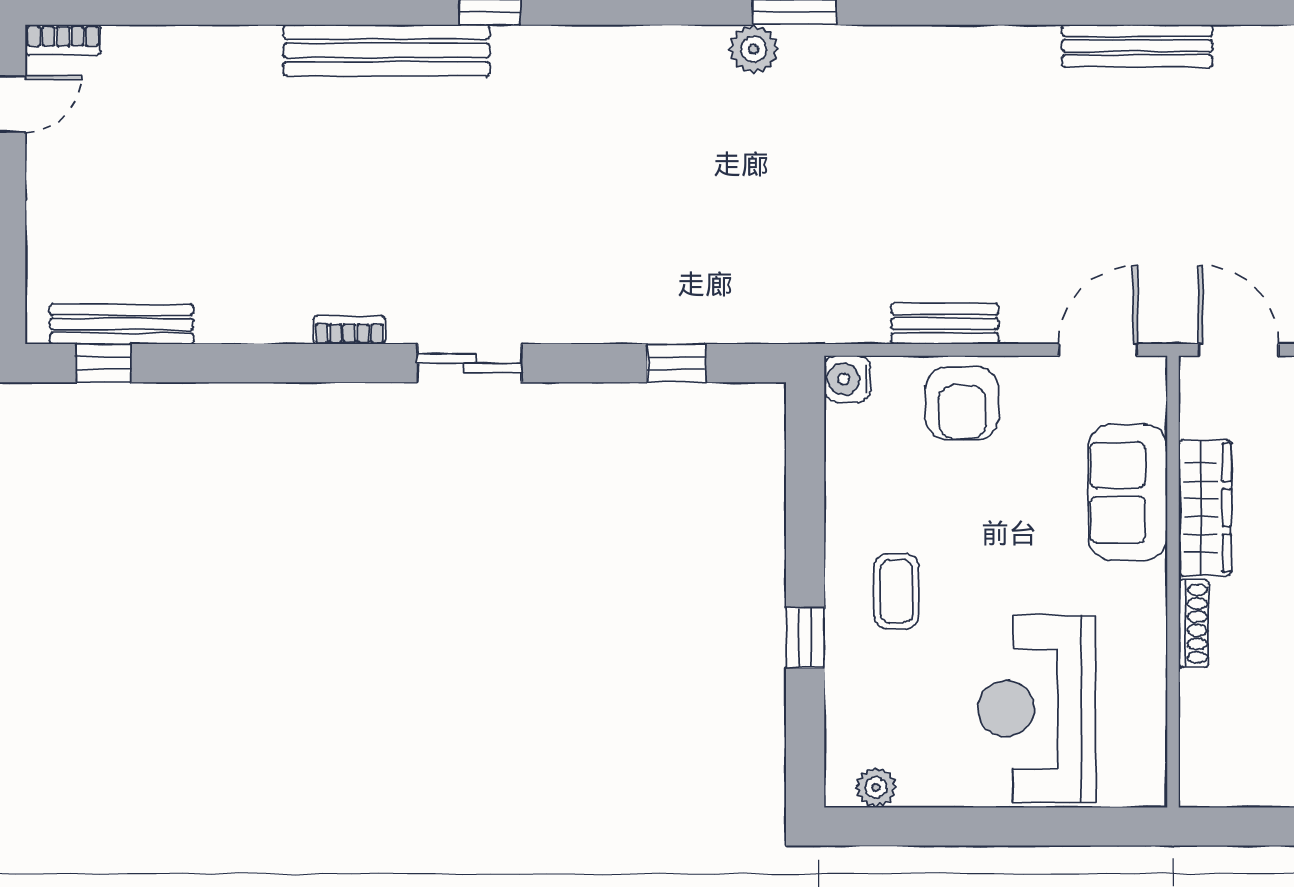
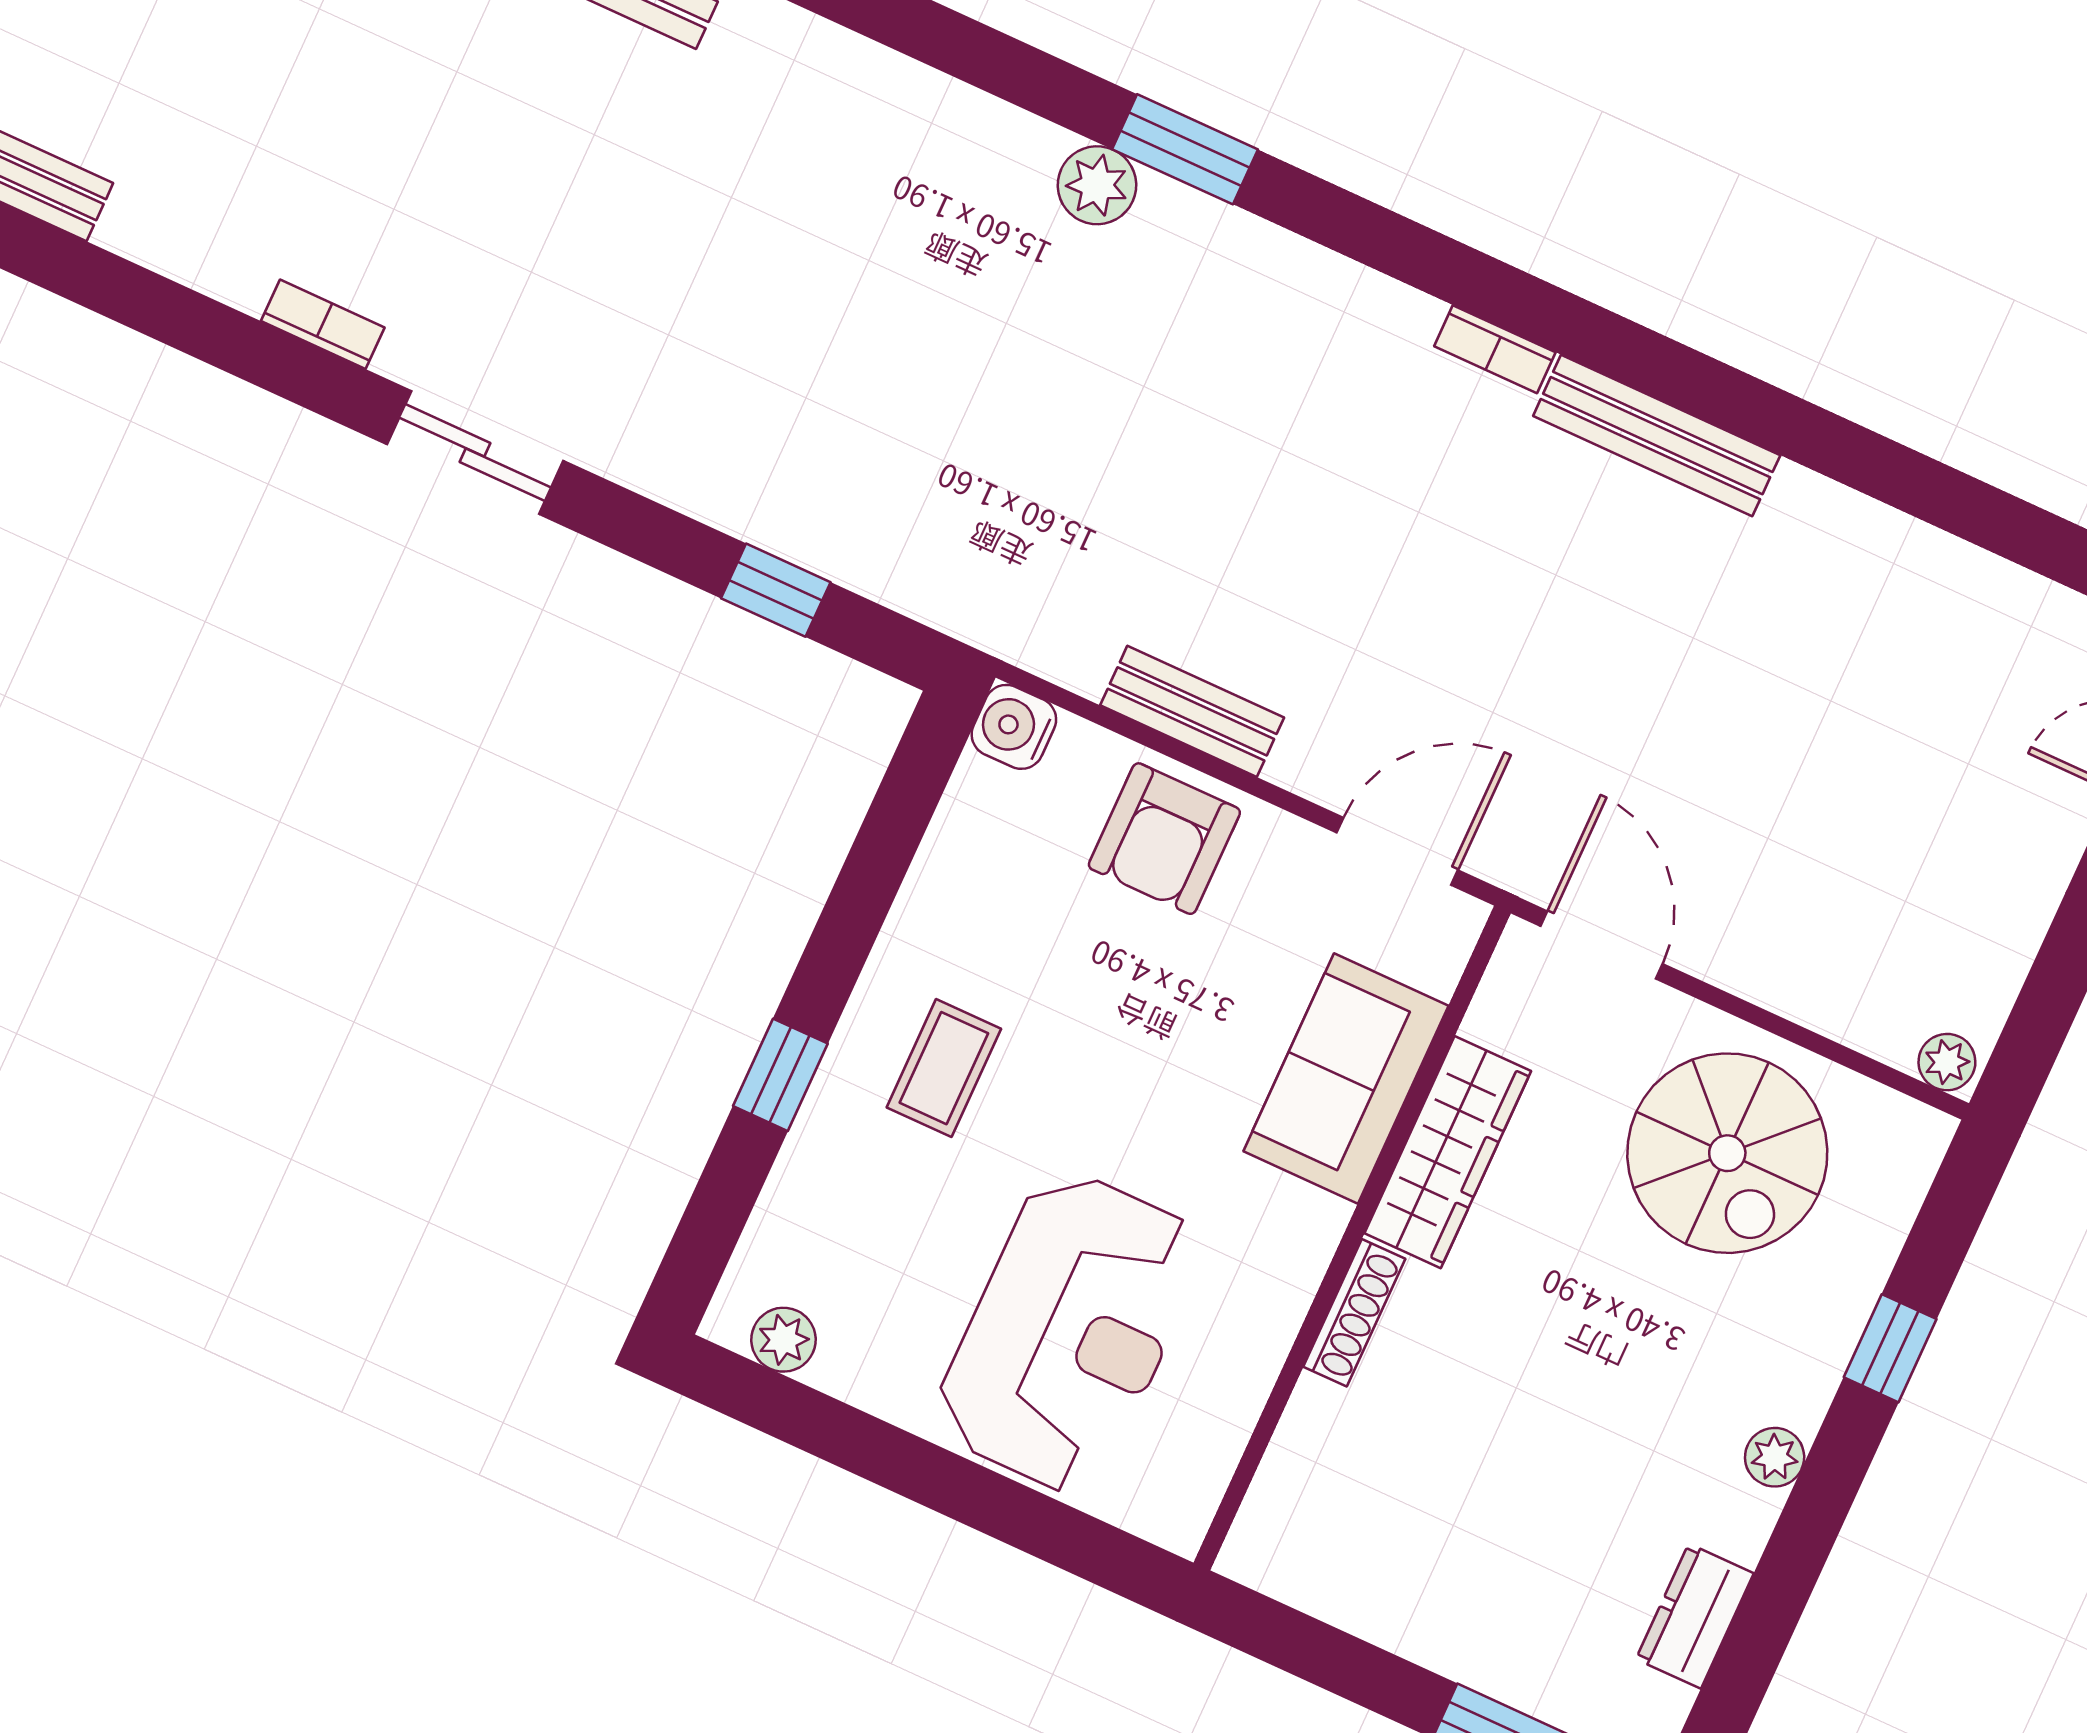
bookcase: (1023, 39) -> (1495, 349), added
reception desk: (1037, 709) -> (1069, 1332), turned 180

